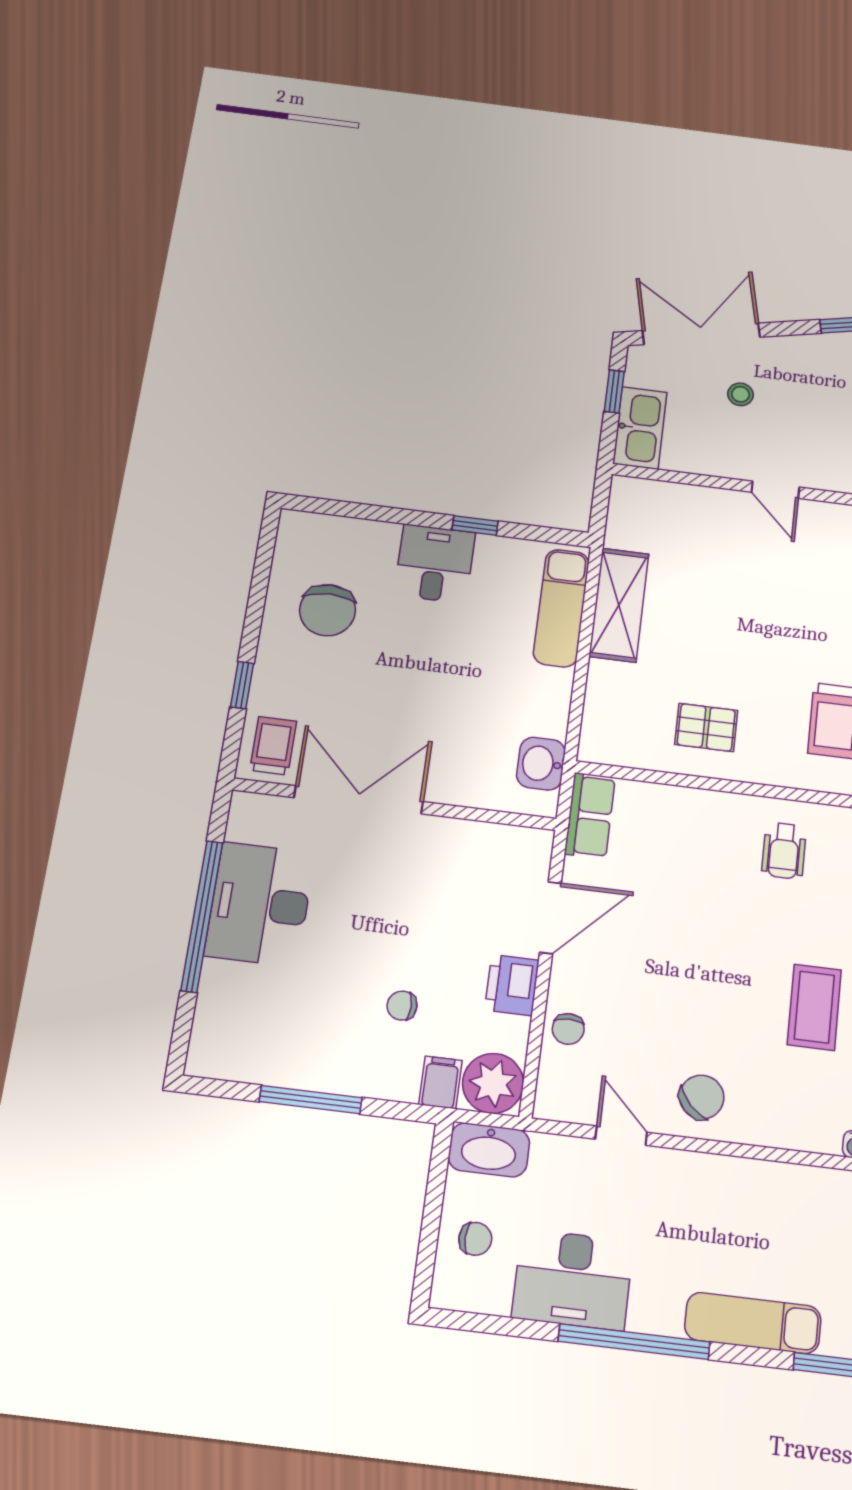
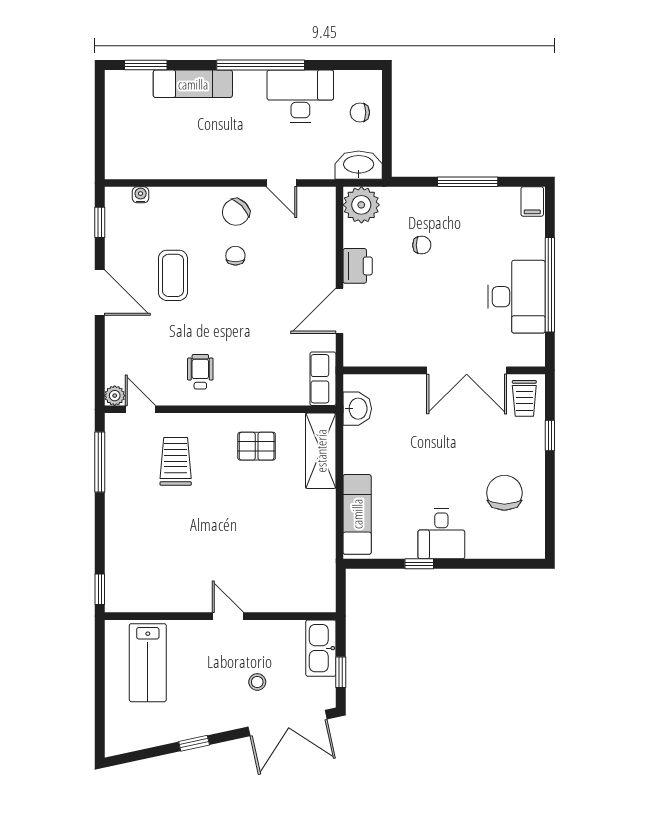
shelving: (619, 605) -> (321, 451), moved
chair: (568, 1029) -> (235, 256), moved
filing cabinet: (440, 1082) -> (532, 202), moved

